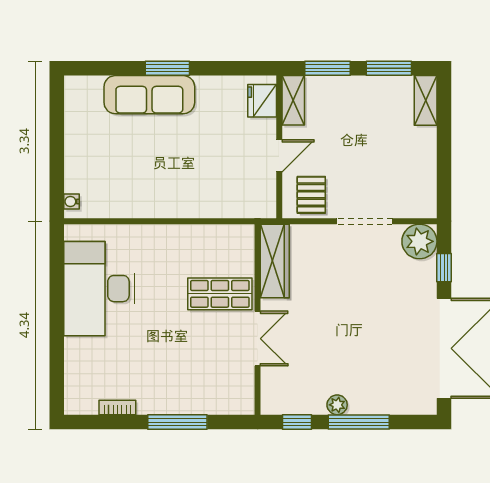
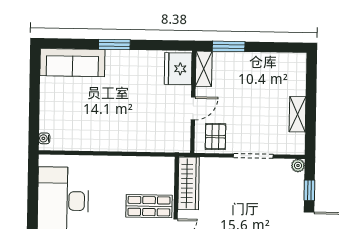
window: (389, 68) -> (272, 47), removed
sofa: (149, 95) -> (72, 63), moved
shelving: (426, 100) -> (298, 114), moved
fridge: (262, 101) -> (178, 69), width x1.36, depth x1.34
plant: (419, 241) -> (298, 166), width x0.53, depth x0.53

